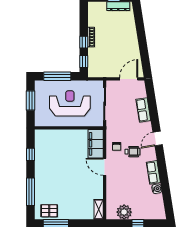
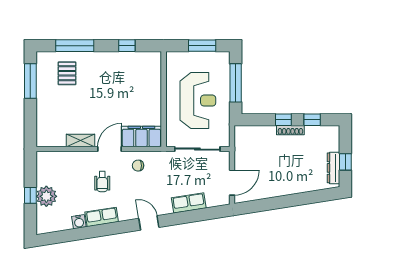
window: (84, 61) -> (312, 120), moved
door: (129, 79) -> (232, 183), hinge flipped
wheelchair: (132, 152) -> (102, 182), moved
shelving: (99, 209) -> (80, 141), moved
pallet: (49, 211) -> (67, 73), moved
plant: (124, 212) -> (46, 196), moved

